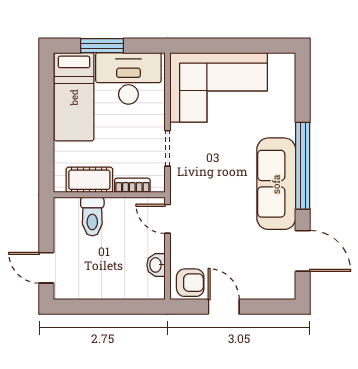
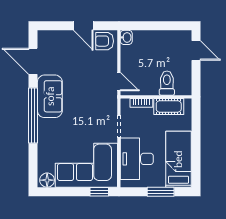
window: (198, 46) -> (99, 192), added
floor lamp: (281, 64) -> (47, 180), added
desk: (128, 78) -> (137, 159), moved, turned 90
sofa: (276, 184) -> (50, 96), width x0.73
washbasin: (156, 265) -> (126, 37), moved

